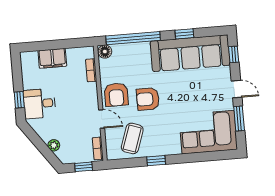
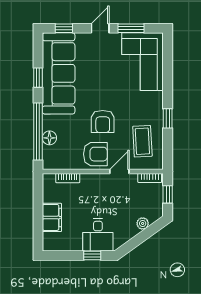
floor lamp: (105, 52) -> (49, 138), moved
coffee table: (132, 138) -> (142, 141), turned 68

